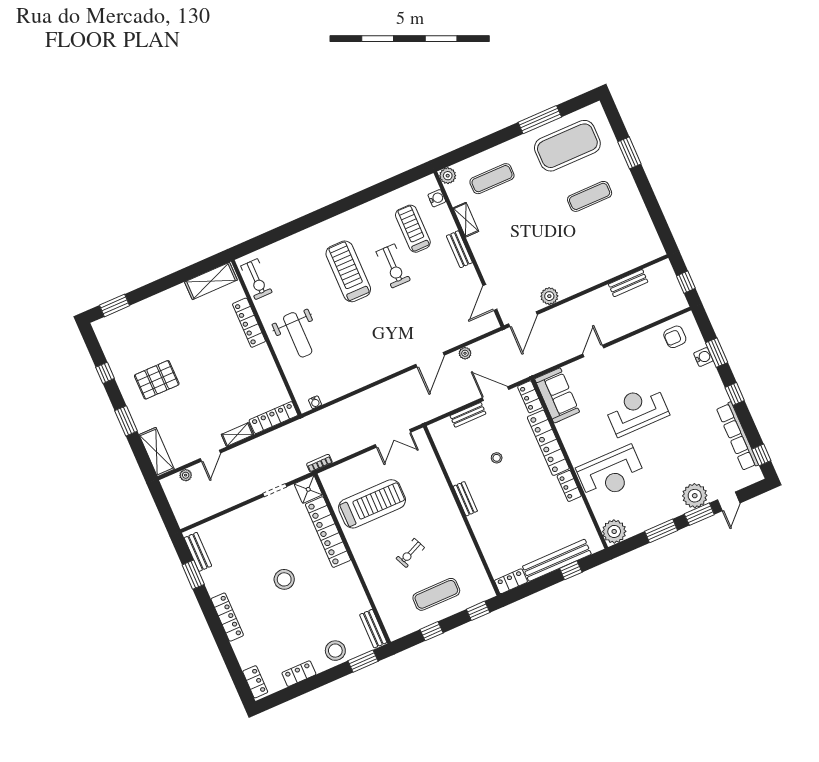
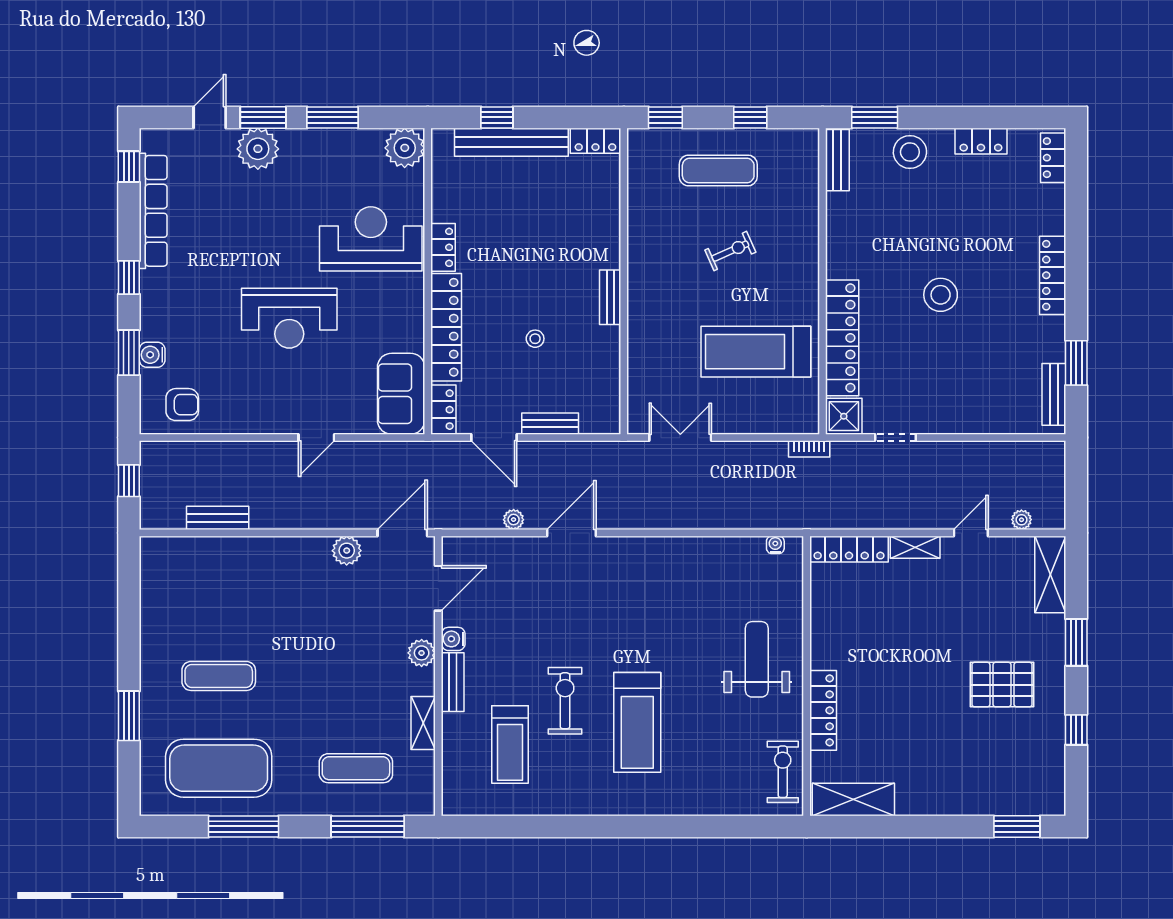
window: (472, 149) -> (368, 826), added
plant: (448, 176) -> (422, 653), moved
water cooler: (437, 198) -> (453, 639), moved

